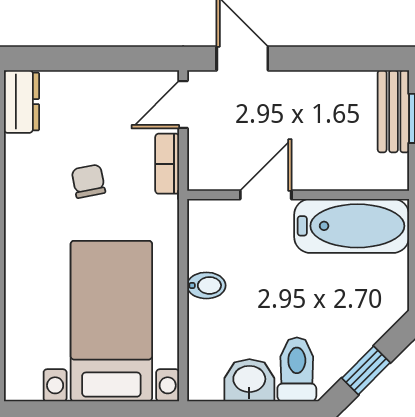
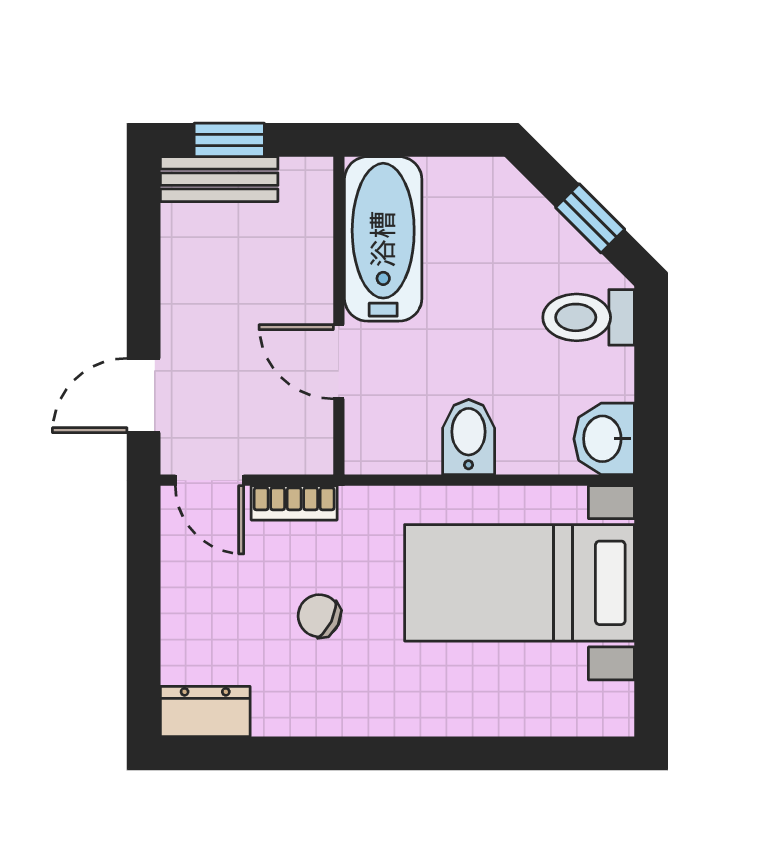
chair: (88, 181) -> (319, 616), turned 37
bidet: (206, 285) -> (469, 437), width x1.38, depth x1.36
washbasin: (249, 380) -> (604, 439), moved

